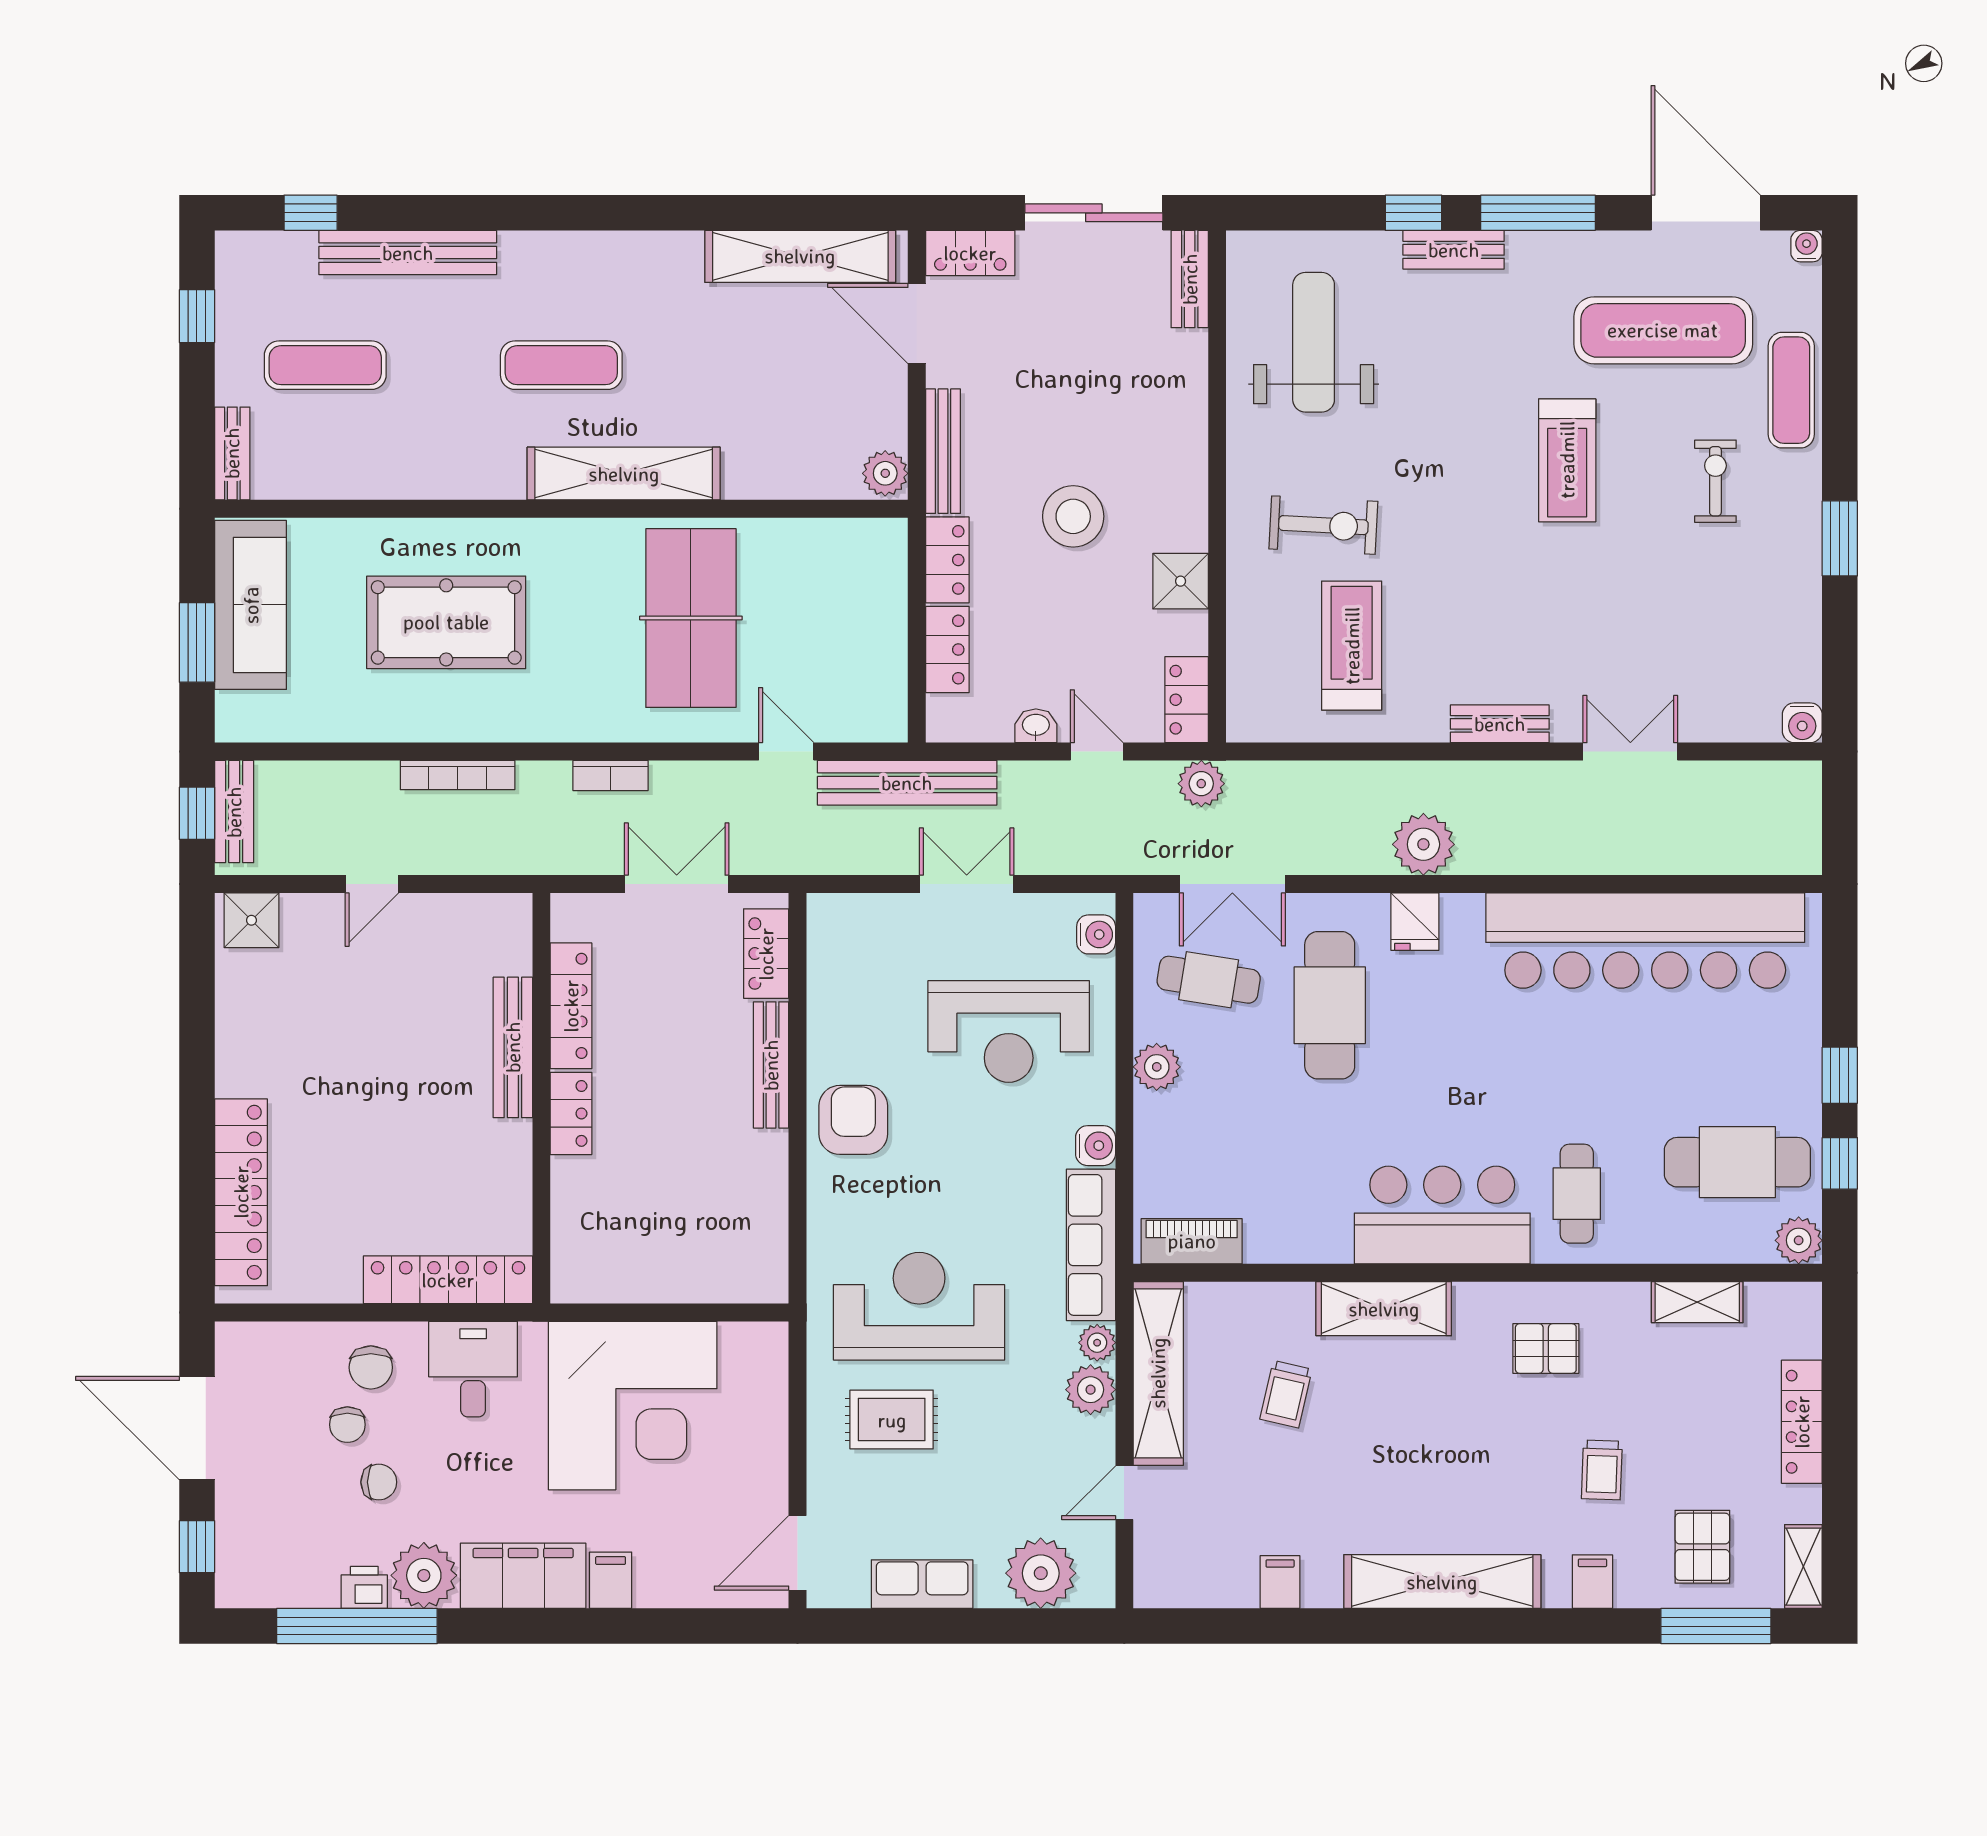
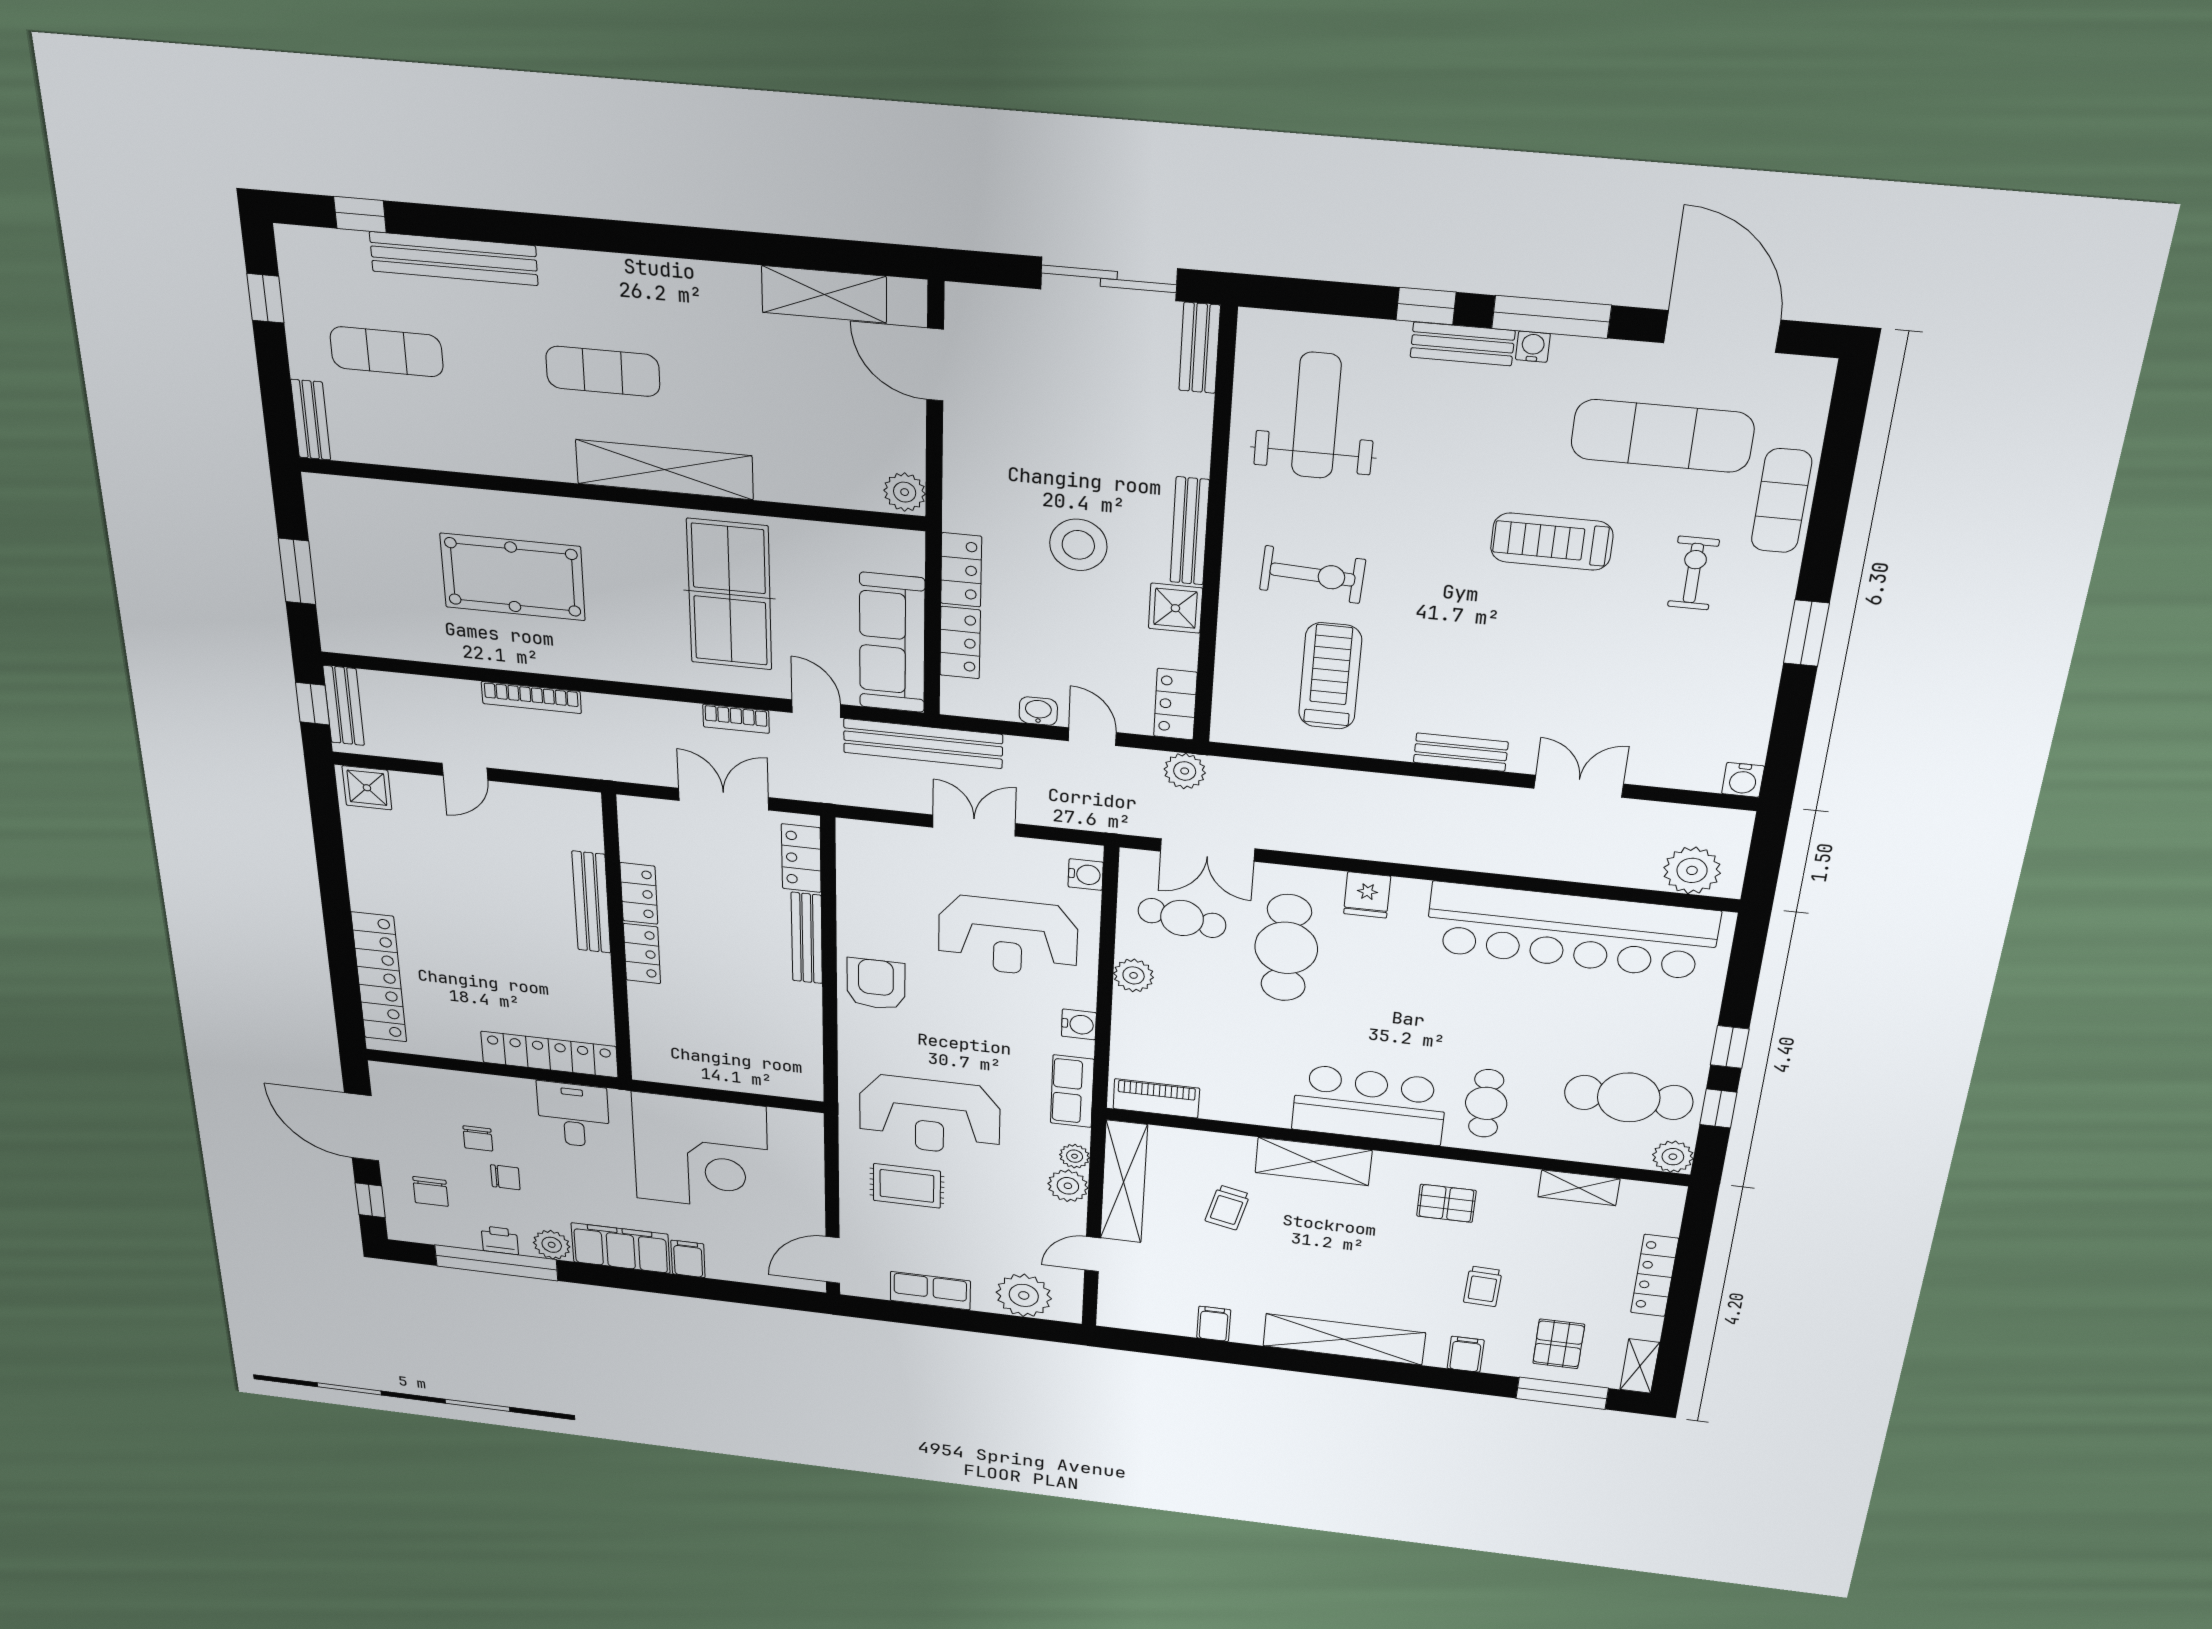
water cooler: (1806, 246) -> (1533, 347), moved
locker: (970, 253) -> (987, 305), removed
shelving: (800, 256) -> (824, 294), width x0.68
bench: (943, 451) -> (1190, 531), moved
treadmill: (1567, 460) -> (1552, 542), turned 90
sofa: (251, 605) -> (892, 643), moved, turned 180
bookcase: (611, 775) -> (736, 719), moved
plant: (1423, 844) -> (1692, 870), moved
locker: (571, 1006) -> (639, 893), width x0.66
row of seats: (1091, 1245) -> (1072, 1091), width x0.68
reception desk: (919, 1306) -> (930, 1116), turned 180
chair: (371, 1367) -> (431, 1191), moved
plant: (424, 1575) -> (552, 1245), width x0.73, depth x0.73

